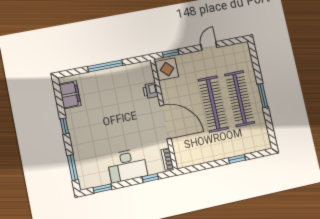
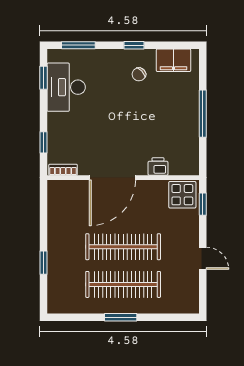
chair: (86, 118) -> (139, 74), added
desk: (127, 165) -> (66, 87), moved

